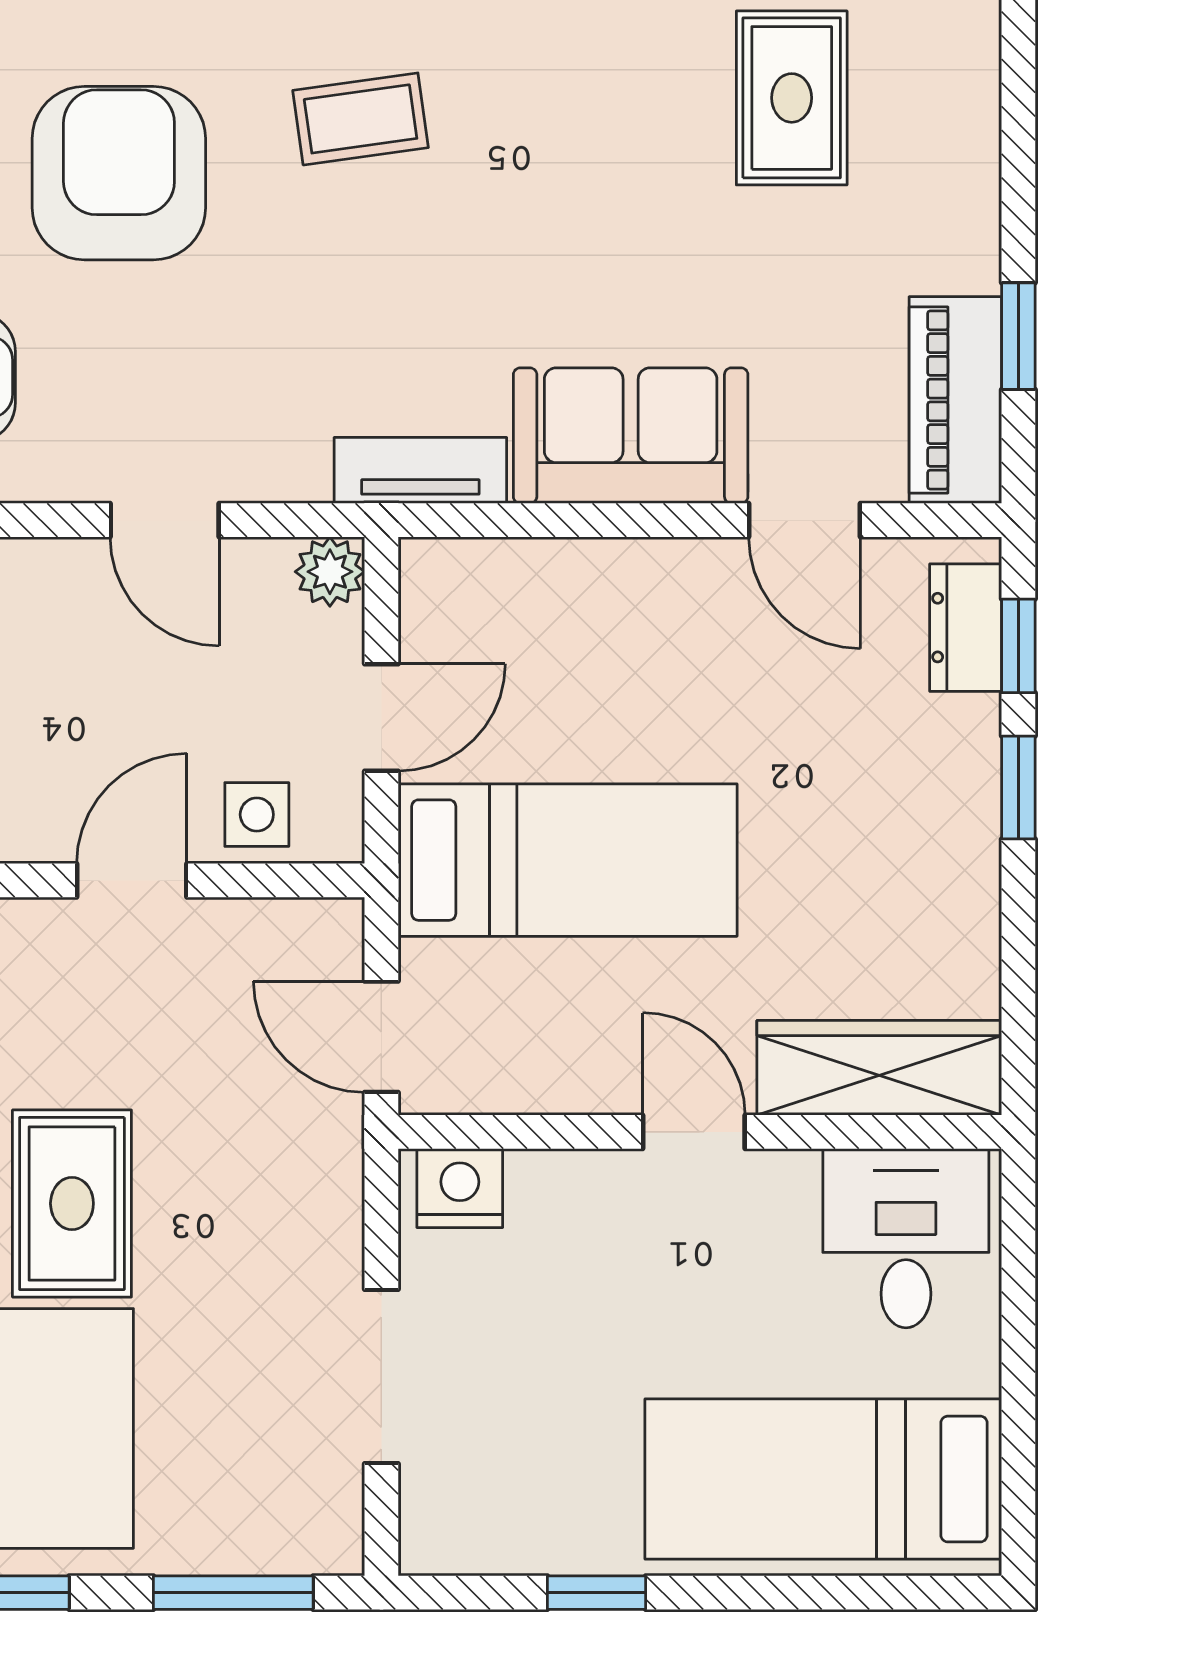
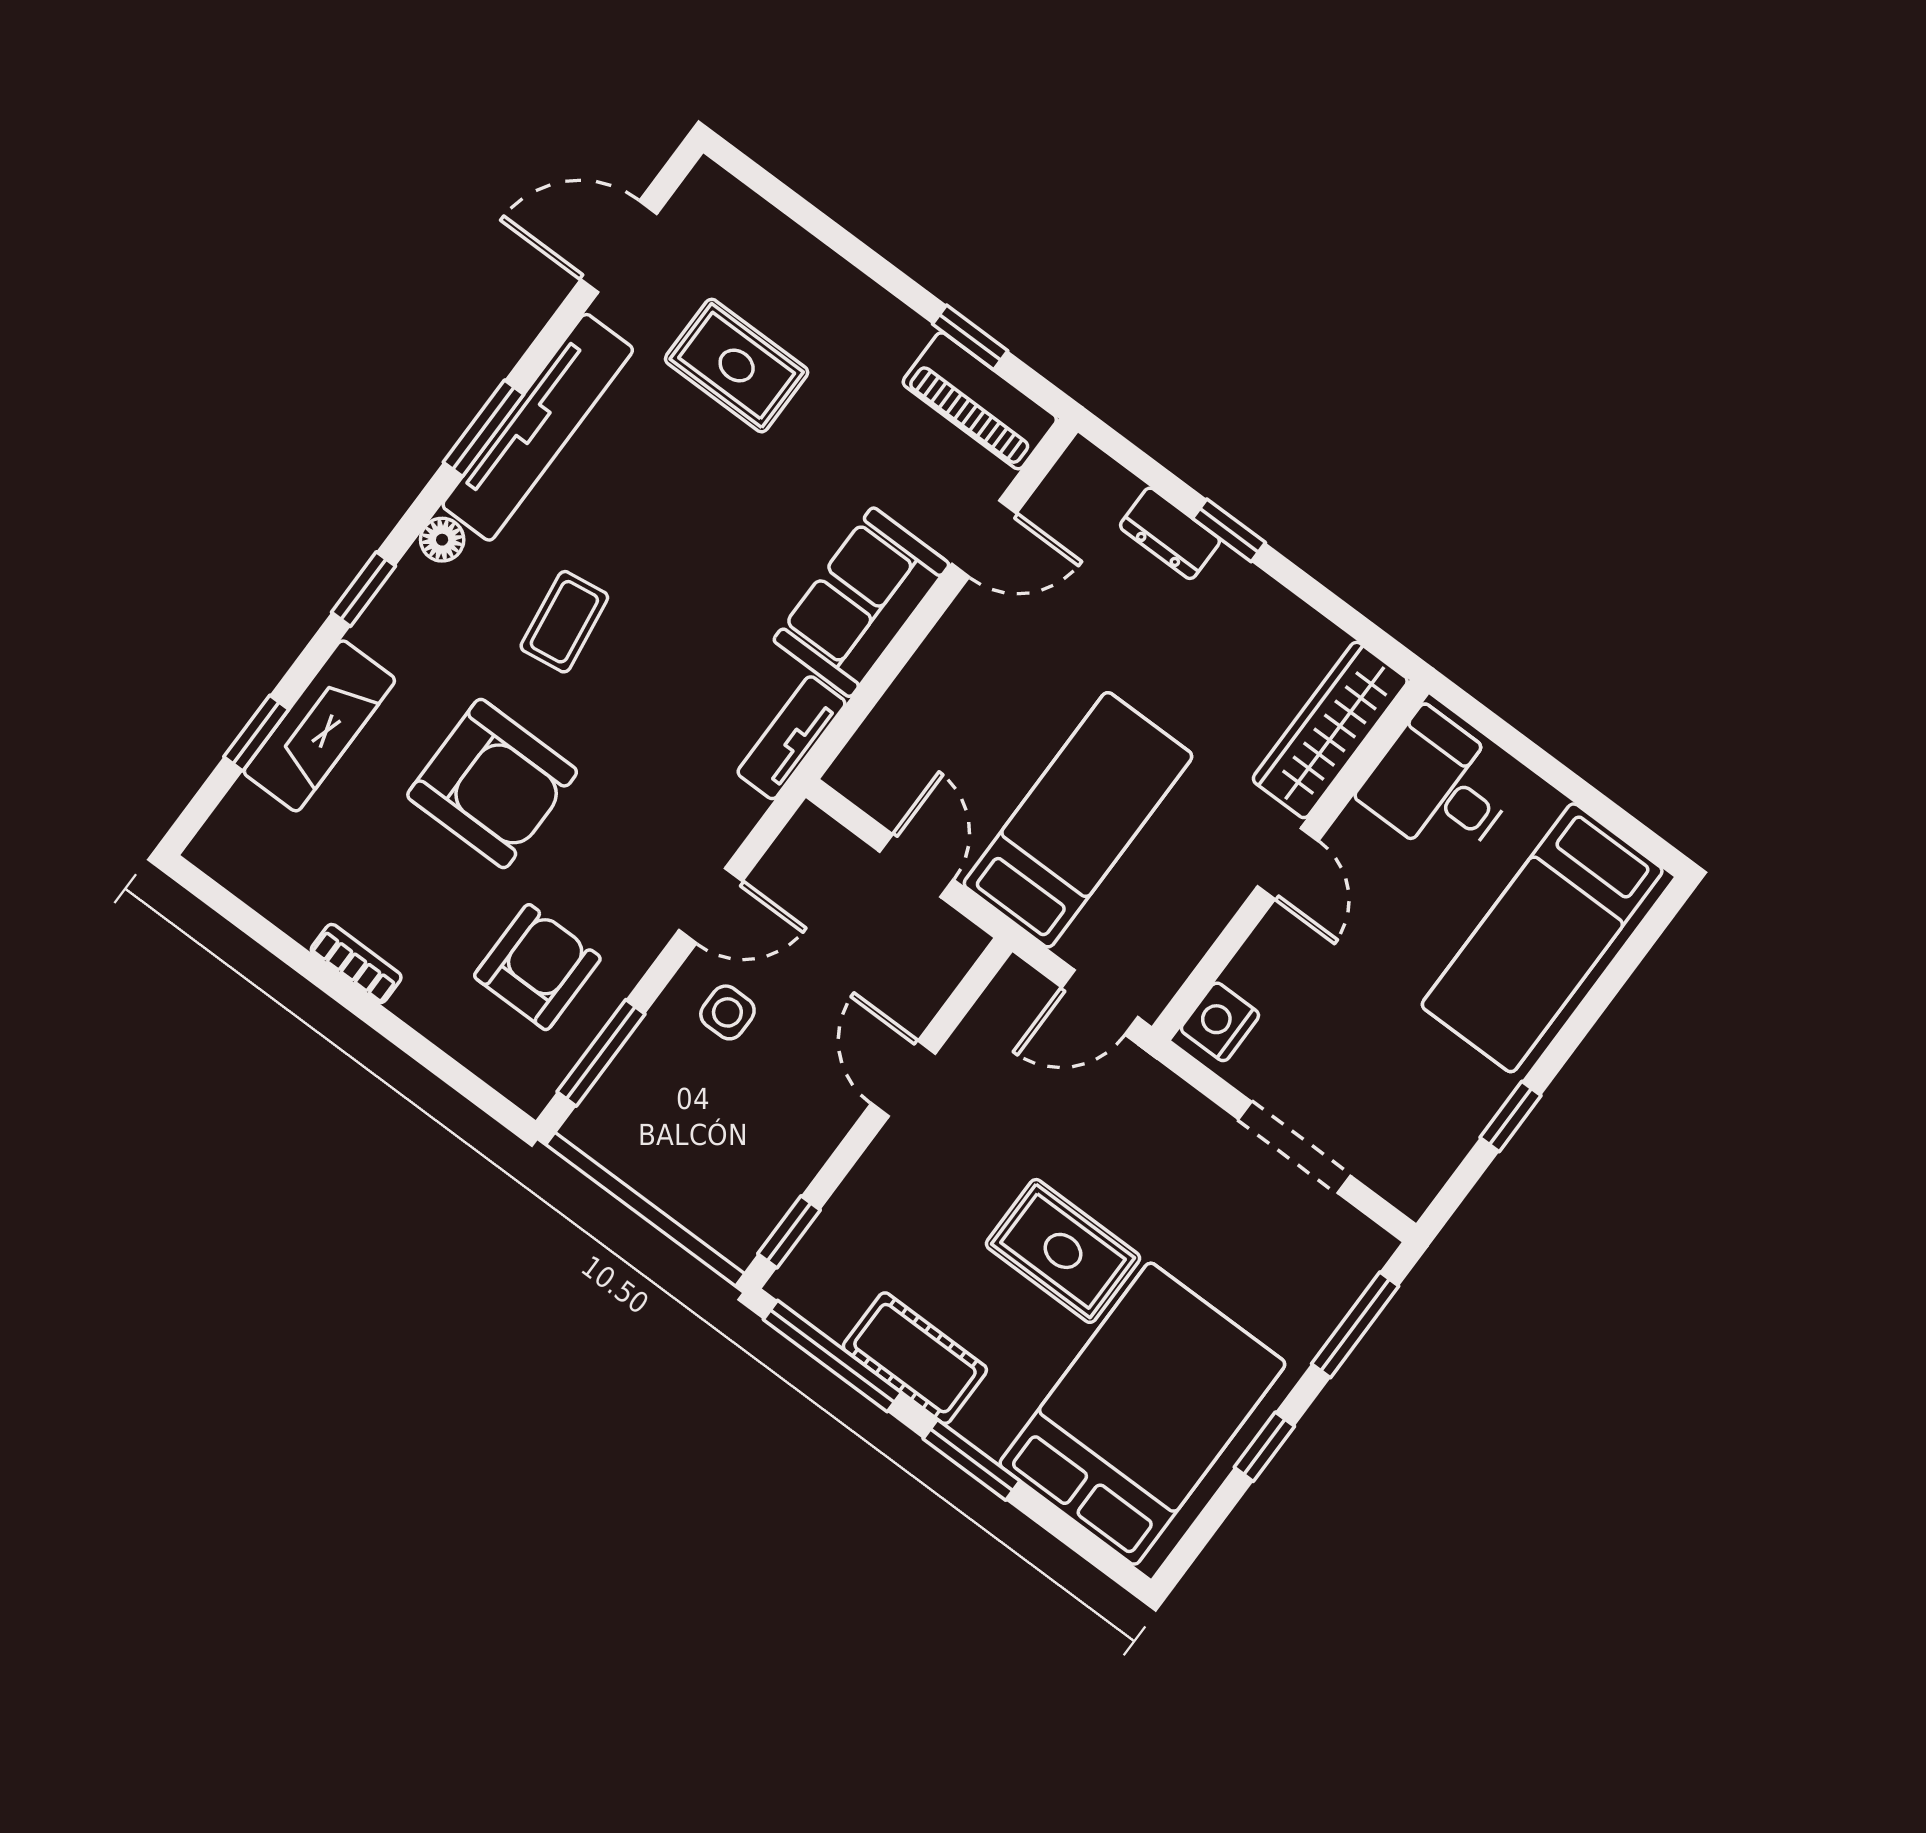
armchair: (119, 173) -> (492, 783), turned 180
plant: (330, 572) -> (811, 833), removed
dresser: (966, 628) -> (1170, 533), moved
window: (1018, 646) -> (1148, 470), removed
side table: (257, 815) -> (727, 1012), moved
door: (694, 1132) -> (1288, 864), swing flipped

